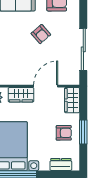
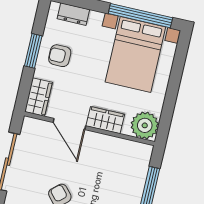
door: (46, 86) -> (69, 124), hinge flipped

